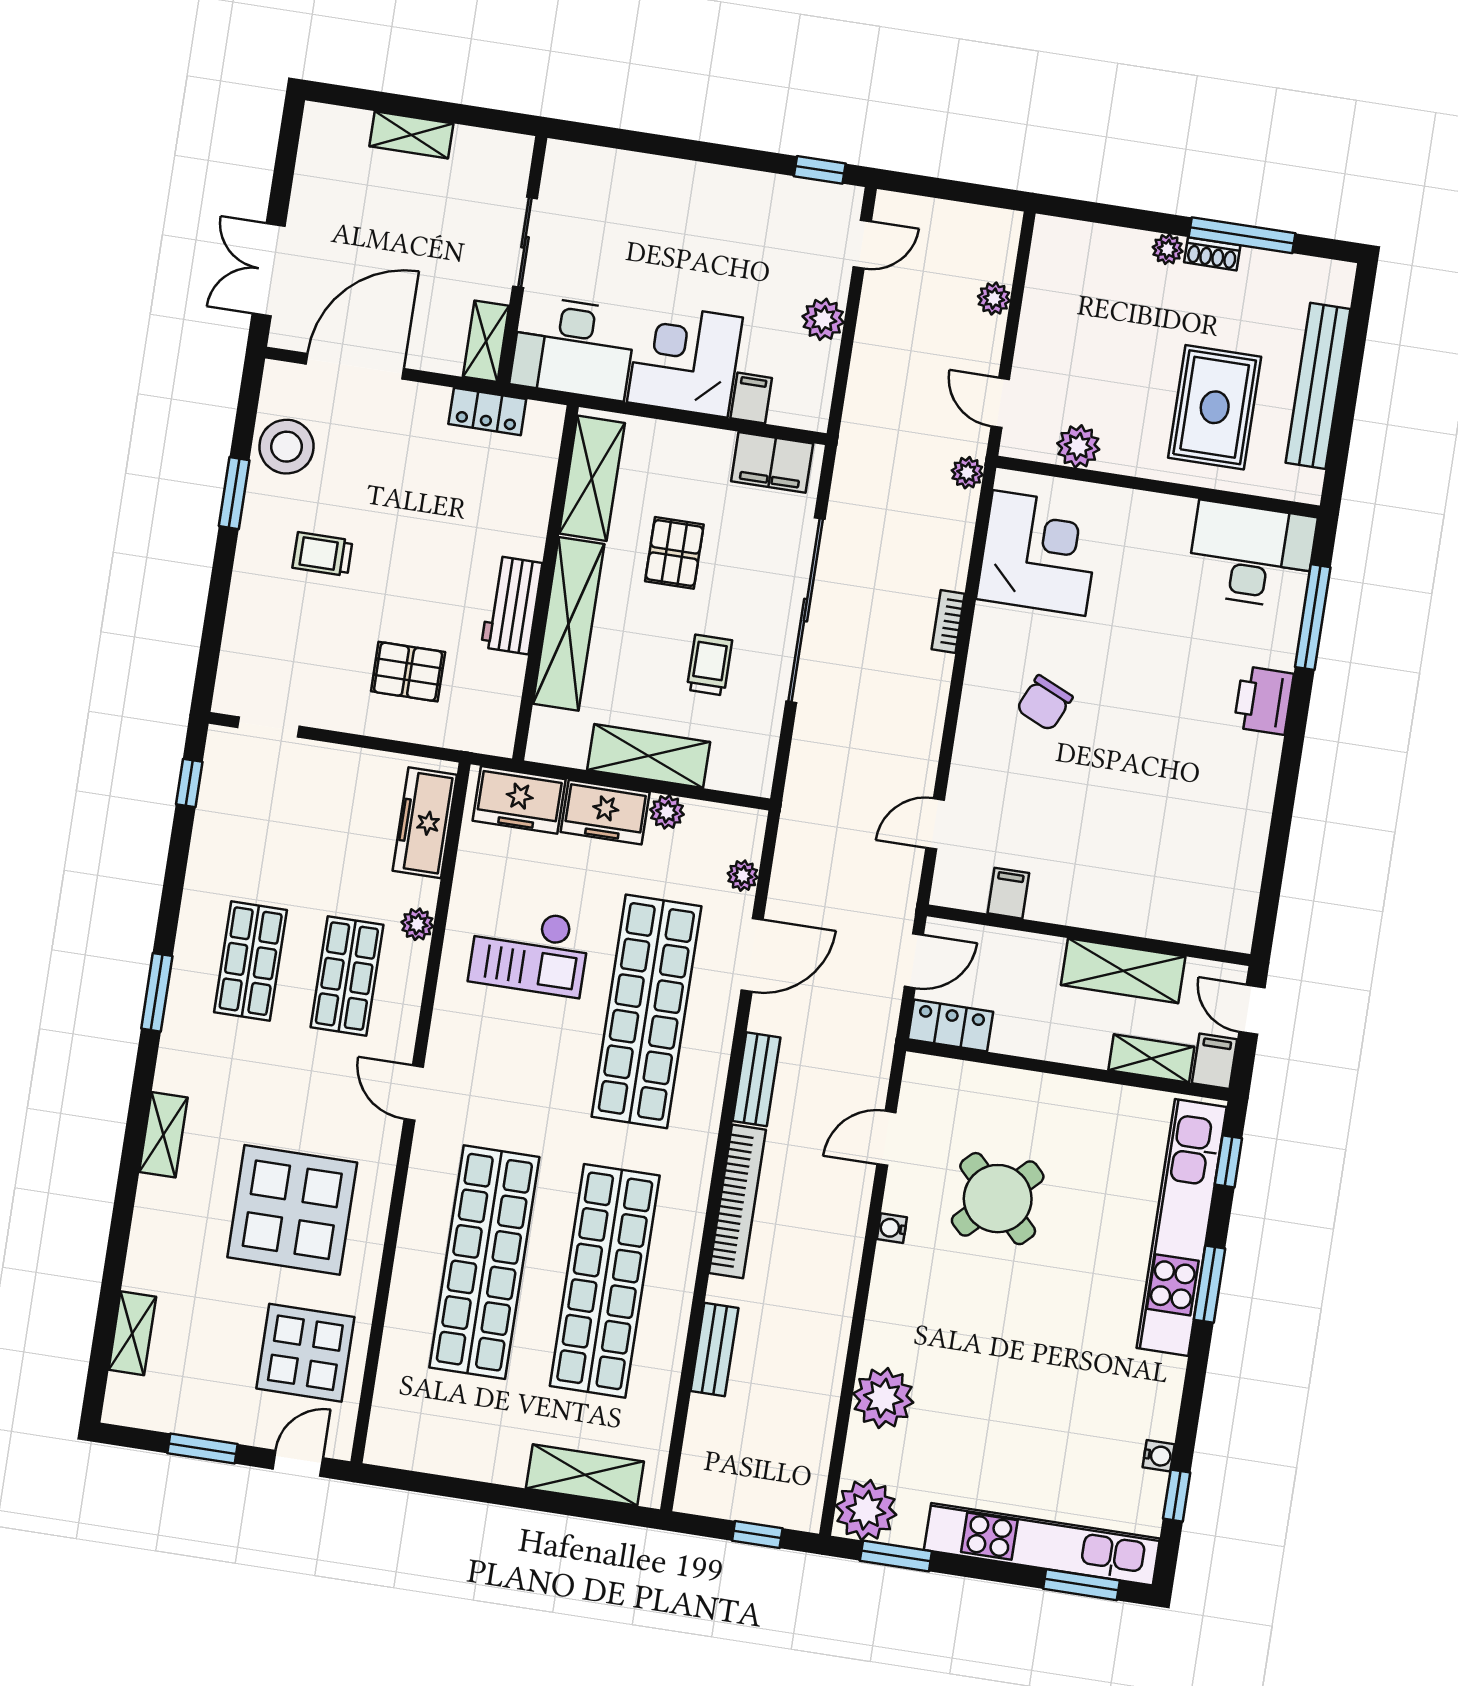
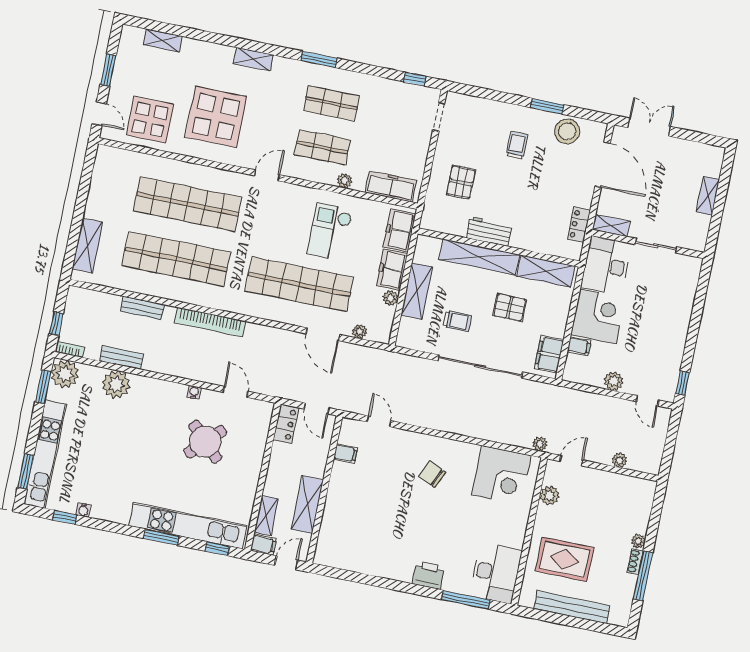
bookcase: (948, 621) -> (70, 349), moved
bench: (756, 1079) -> (122, 357), moved

